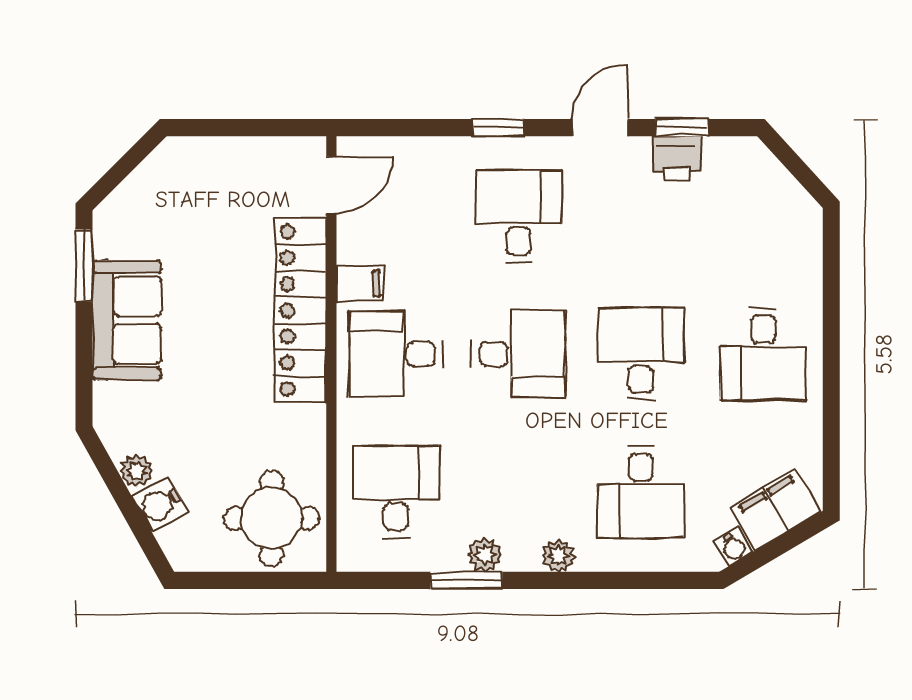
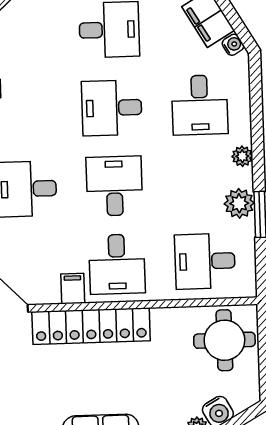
desk: (641, 492) -> (200, 105), turned 90
plant: (485, 555) -> (239, 203), width x1.38, depth x1.38

